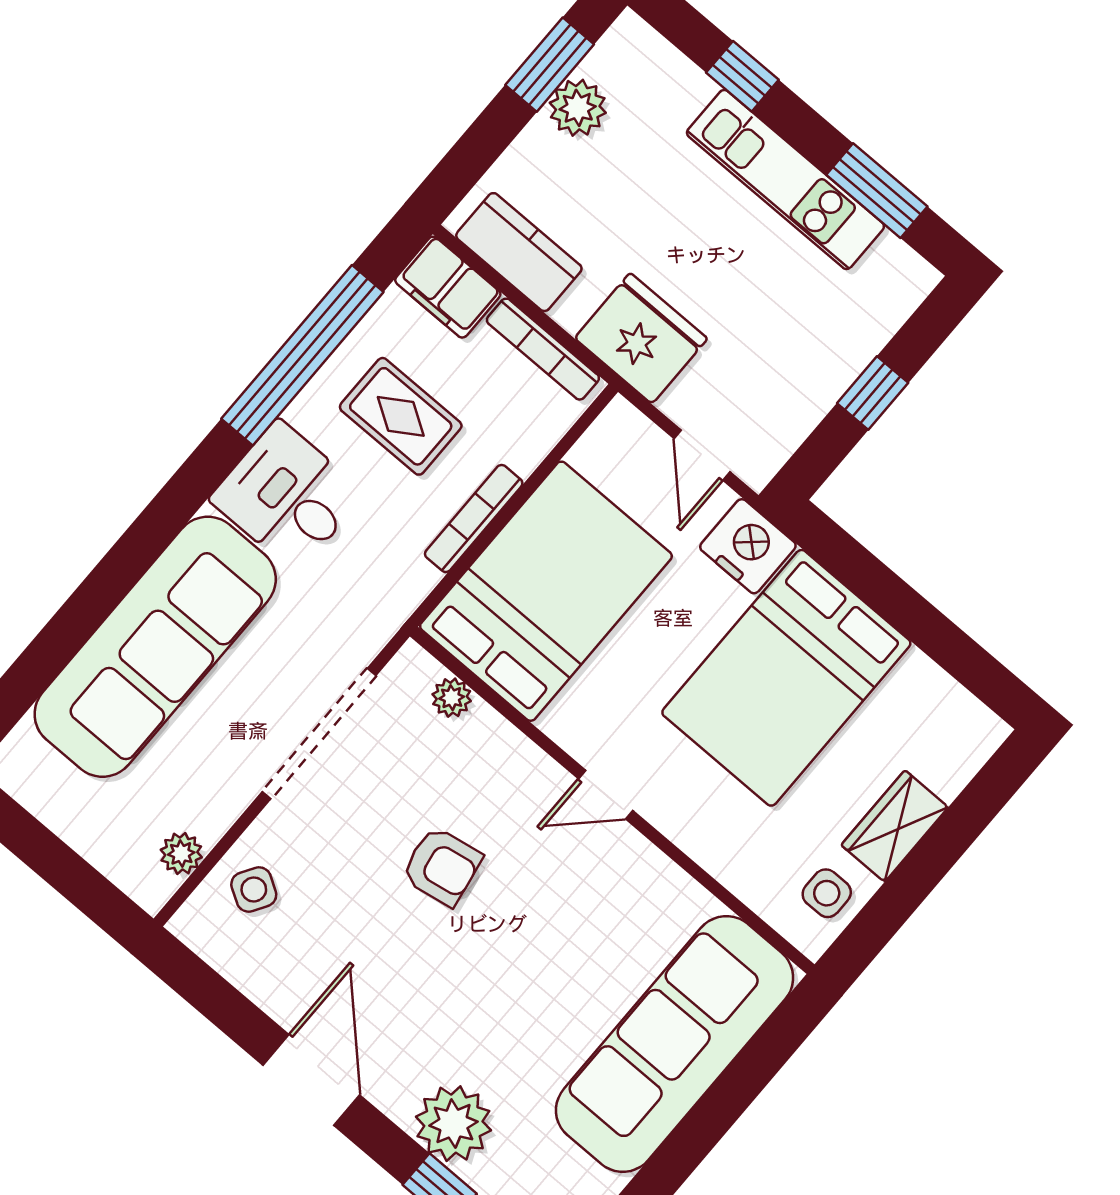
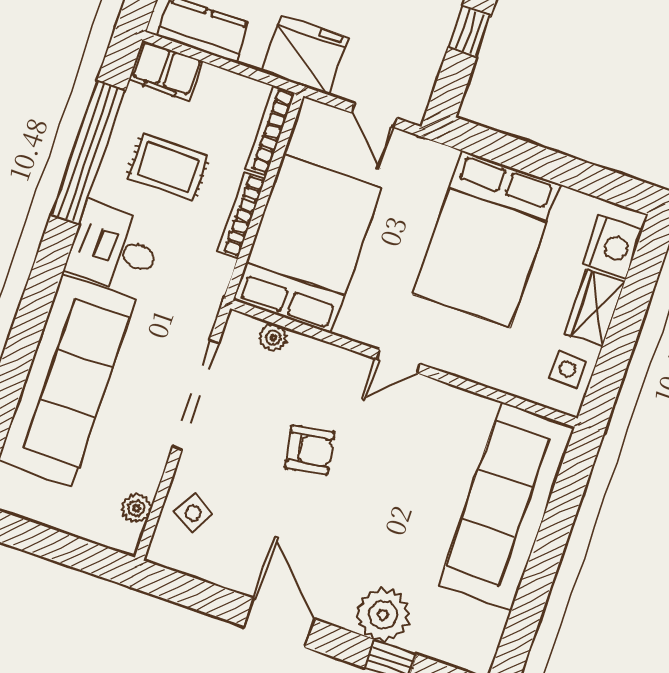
bookcase: (543, 349) -> (270, 131), moved, turned 90
nightstand: (748, 546) -> (612, 247), moved, turned 90

